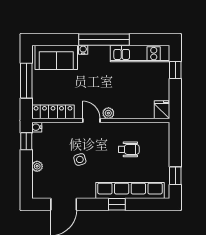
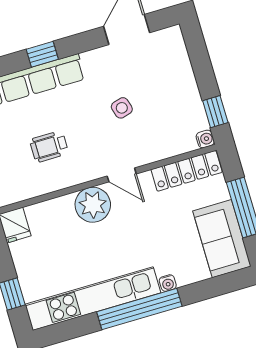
kitchen unit: (140, 54) -> (93, 299), width x1.36
sofa: (56, 57) -> (222, 239), moved, turned -90
plant: (108, 113) -> (93, 205), width x1.87, depth x1.87
plant: (37, 166) -> (186, 77), removed

